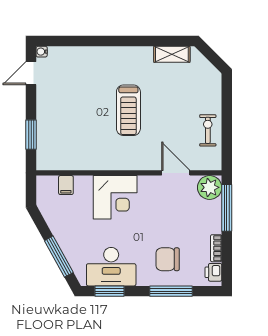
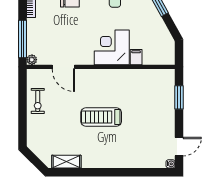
treadmill: (128, 110) -> (101, 117), turned -90
filing cabinet: (66, 185) -> (136, 57), moved
plant: (210, 187) -> (32, 60), width x0.53, depth x0.53

